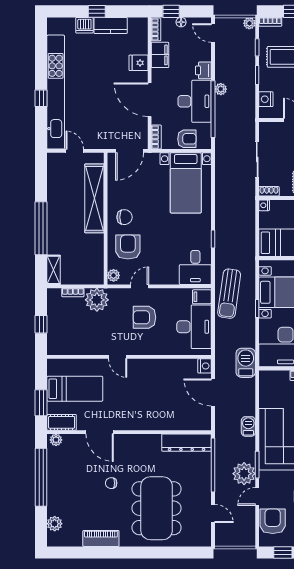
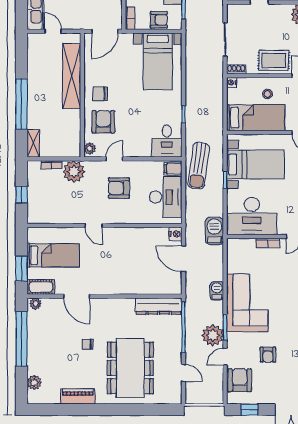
chair: (125, 217) -> (100, 94), turned 180

